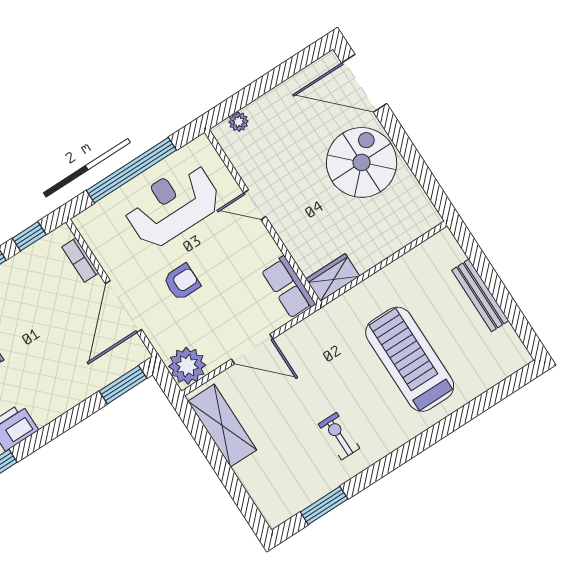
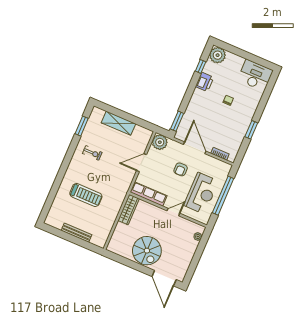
door: (364, 83) -> (164, 278), swing flipped
window: (29, 236) -> (243, 150), removed
wardrobe: (333, 278) -> (129, 210), width x1.50
row of seats: (288, 287) -> (149, 194), width x1.48
treadmill: (410, 359) -> (86, 195), width x0.73, depth x0.73
shelving: (222, 426) -> (118, 123), moved

